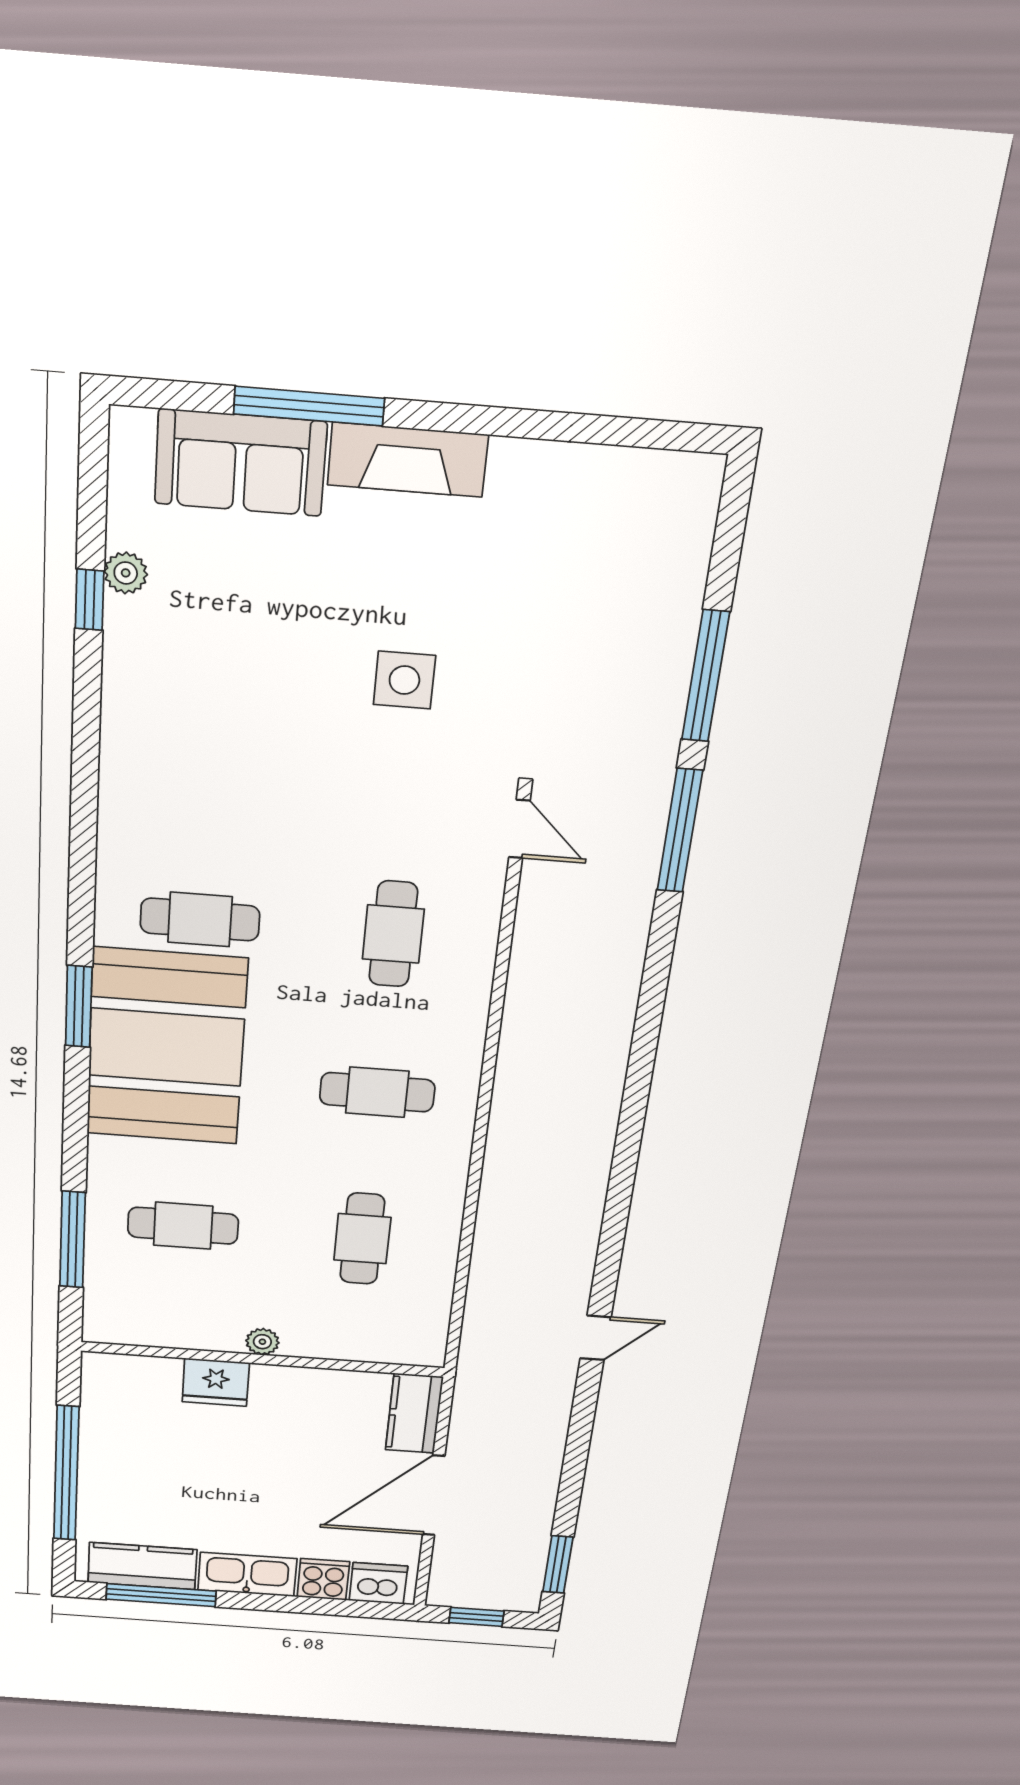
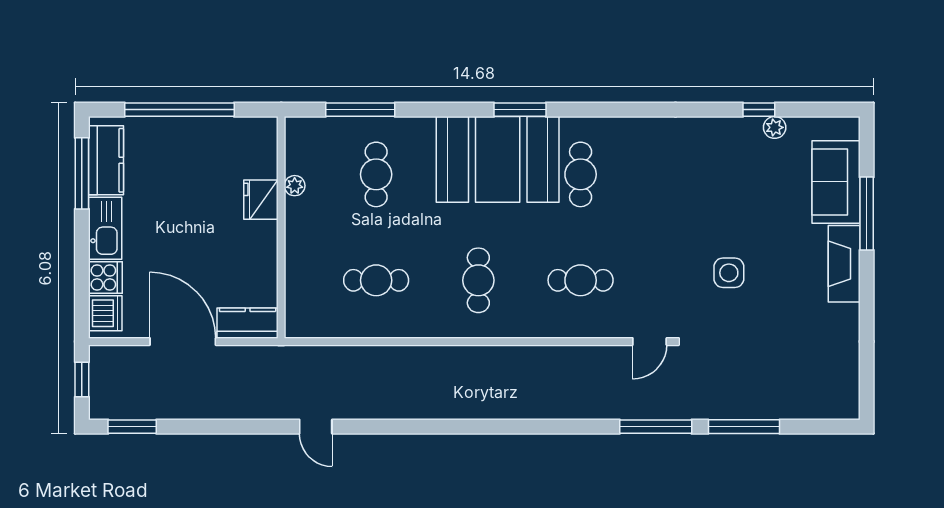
plant: (262, 1342) -> (295, 186), moved

